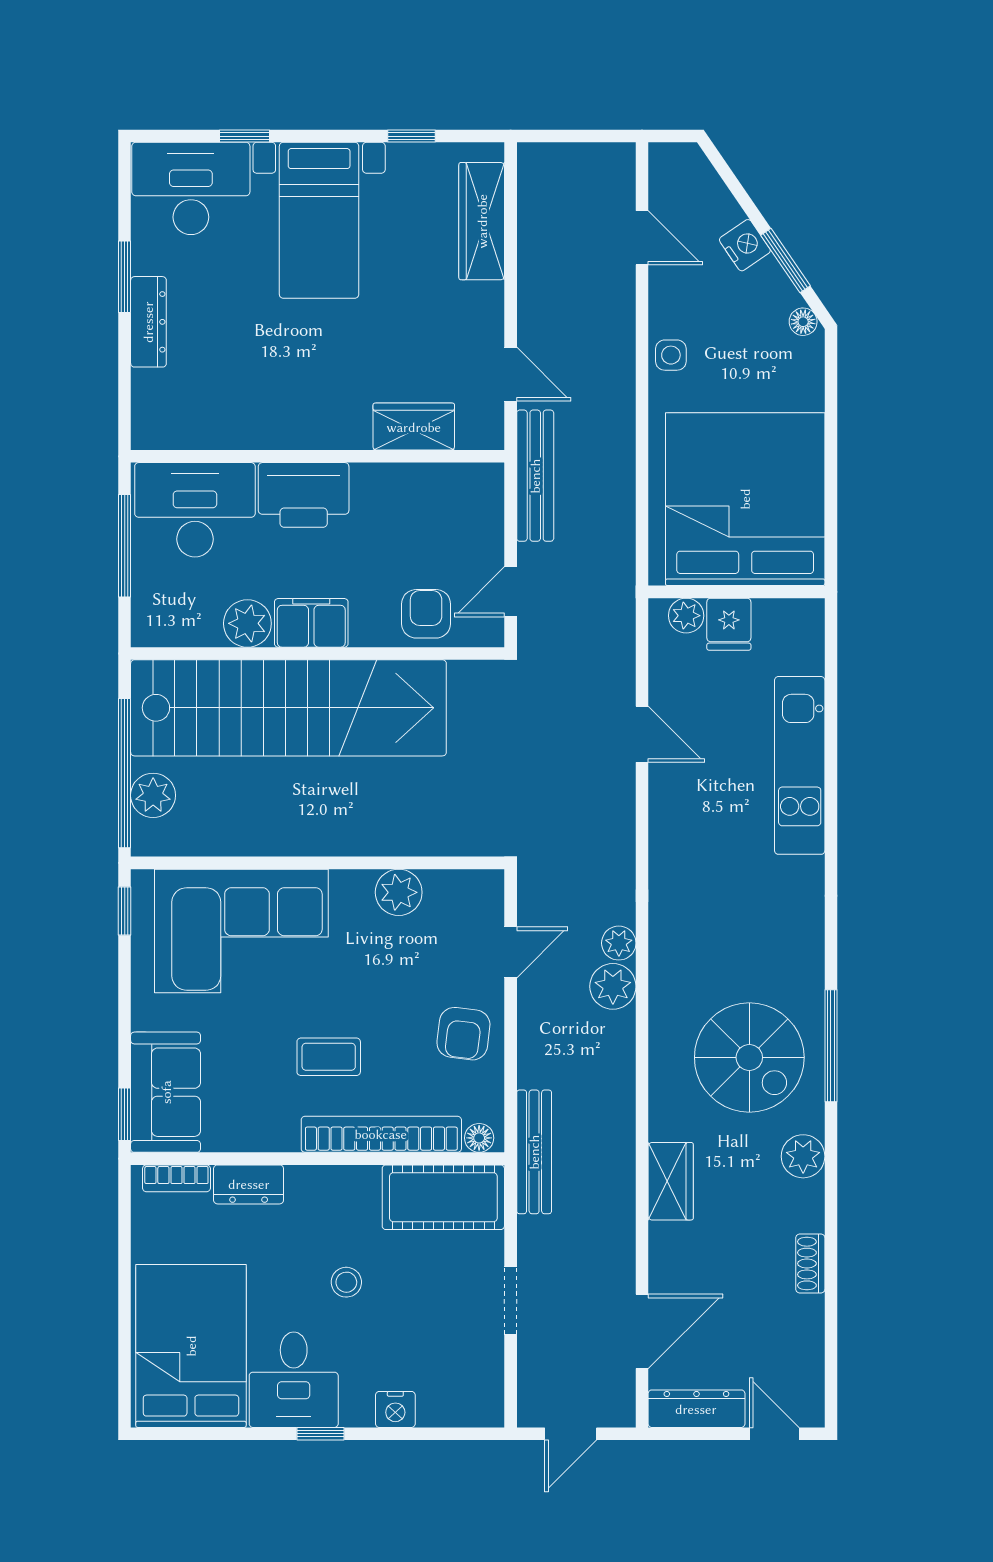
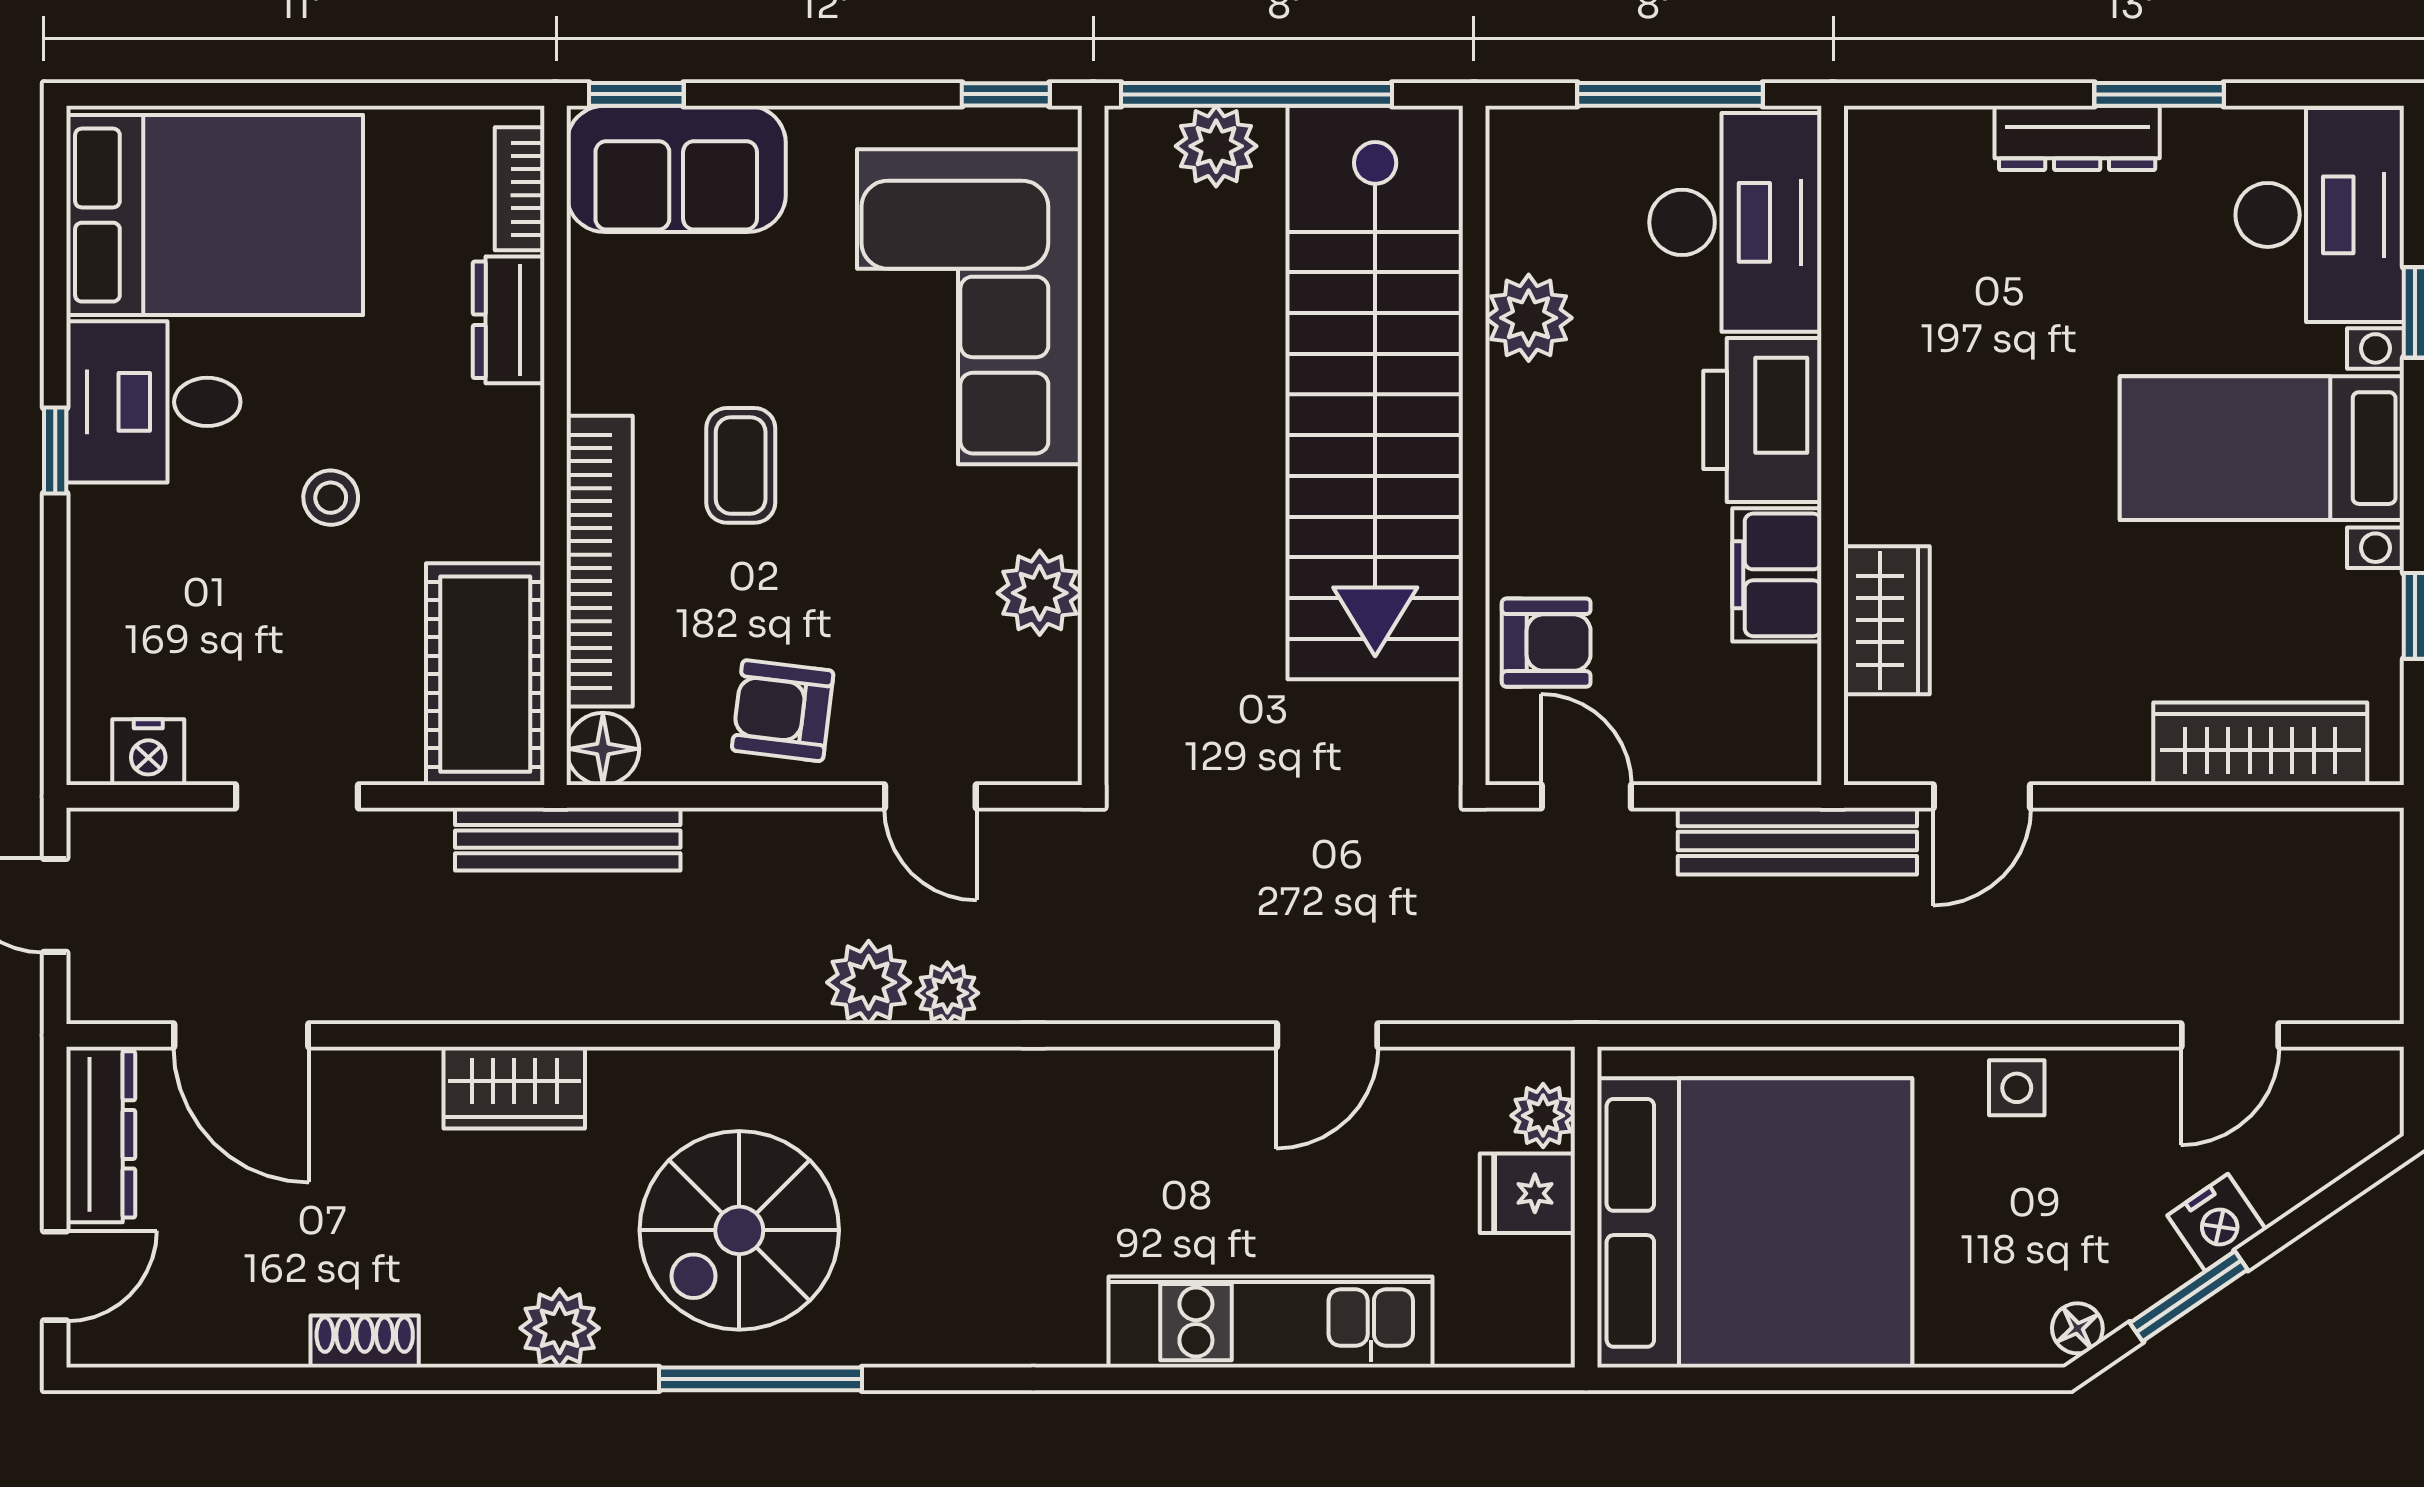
filing cabinet: (311, 623) -> (1777, 575), moved, turned 180
floor lamp: (479, 1138) -> (603, 749), width x1.37, depth x1.37
nightstand: (395, 1409) -> (148, 752), moved, turned -90

